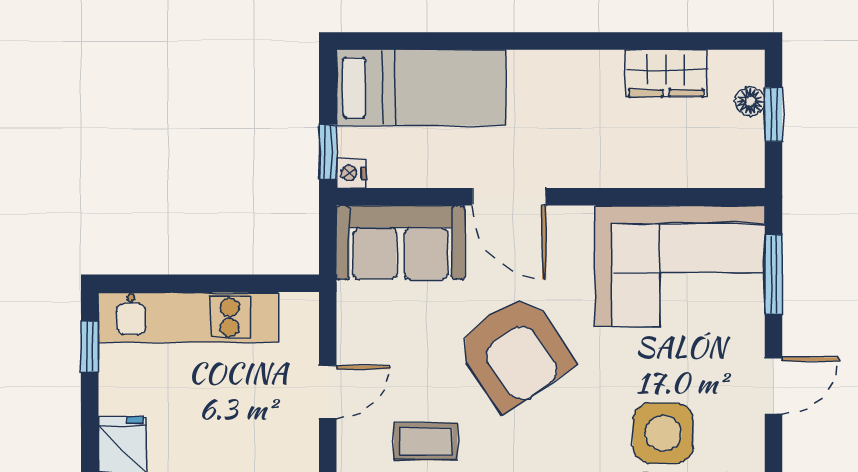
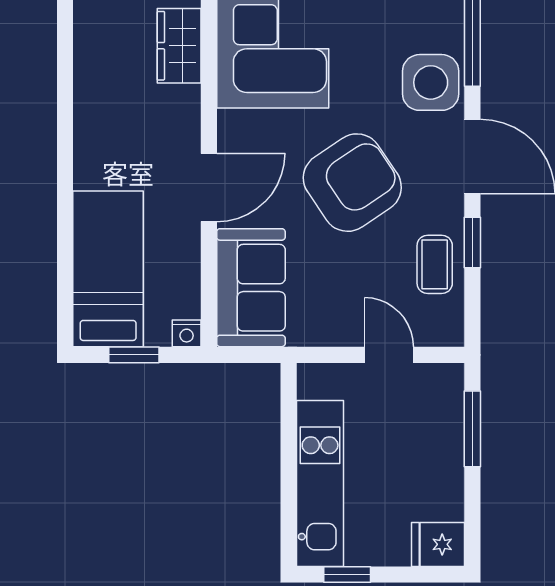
wardrobe: (666, 73) -> (179, 46), moved, turned 180
window: (328, 152) -> (134, 355), moved
side table: (663, 433) -> (431, 82), moved

